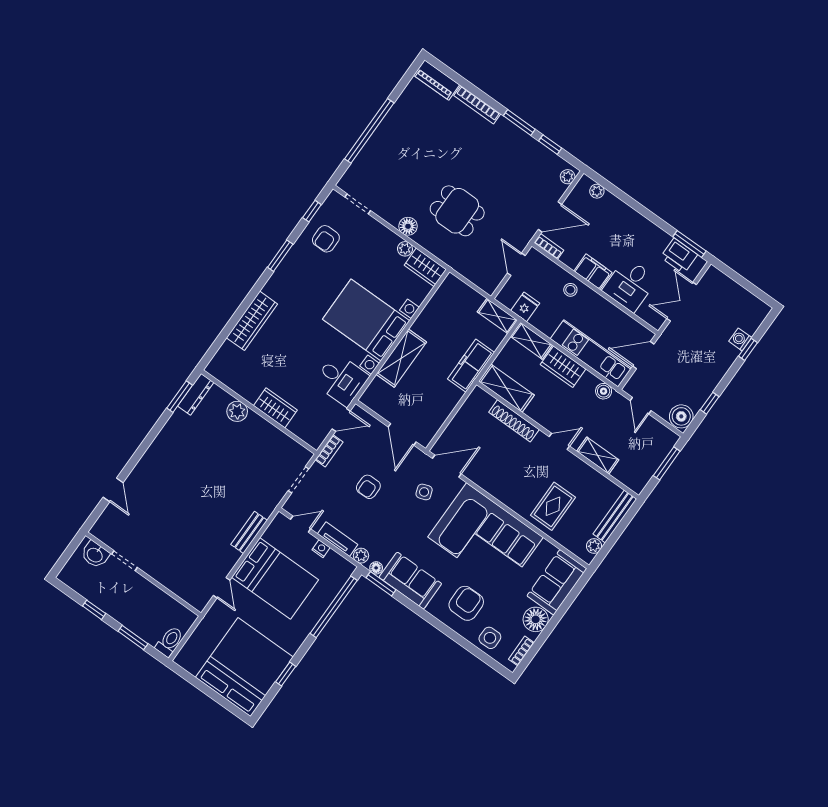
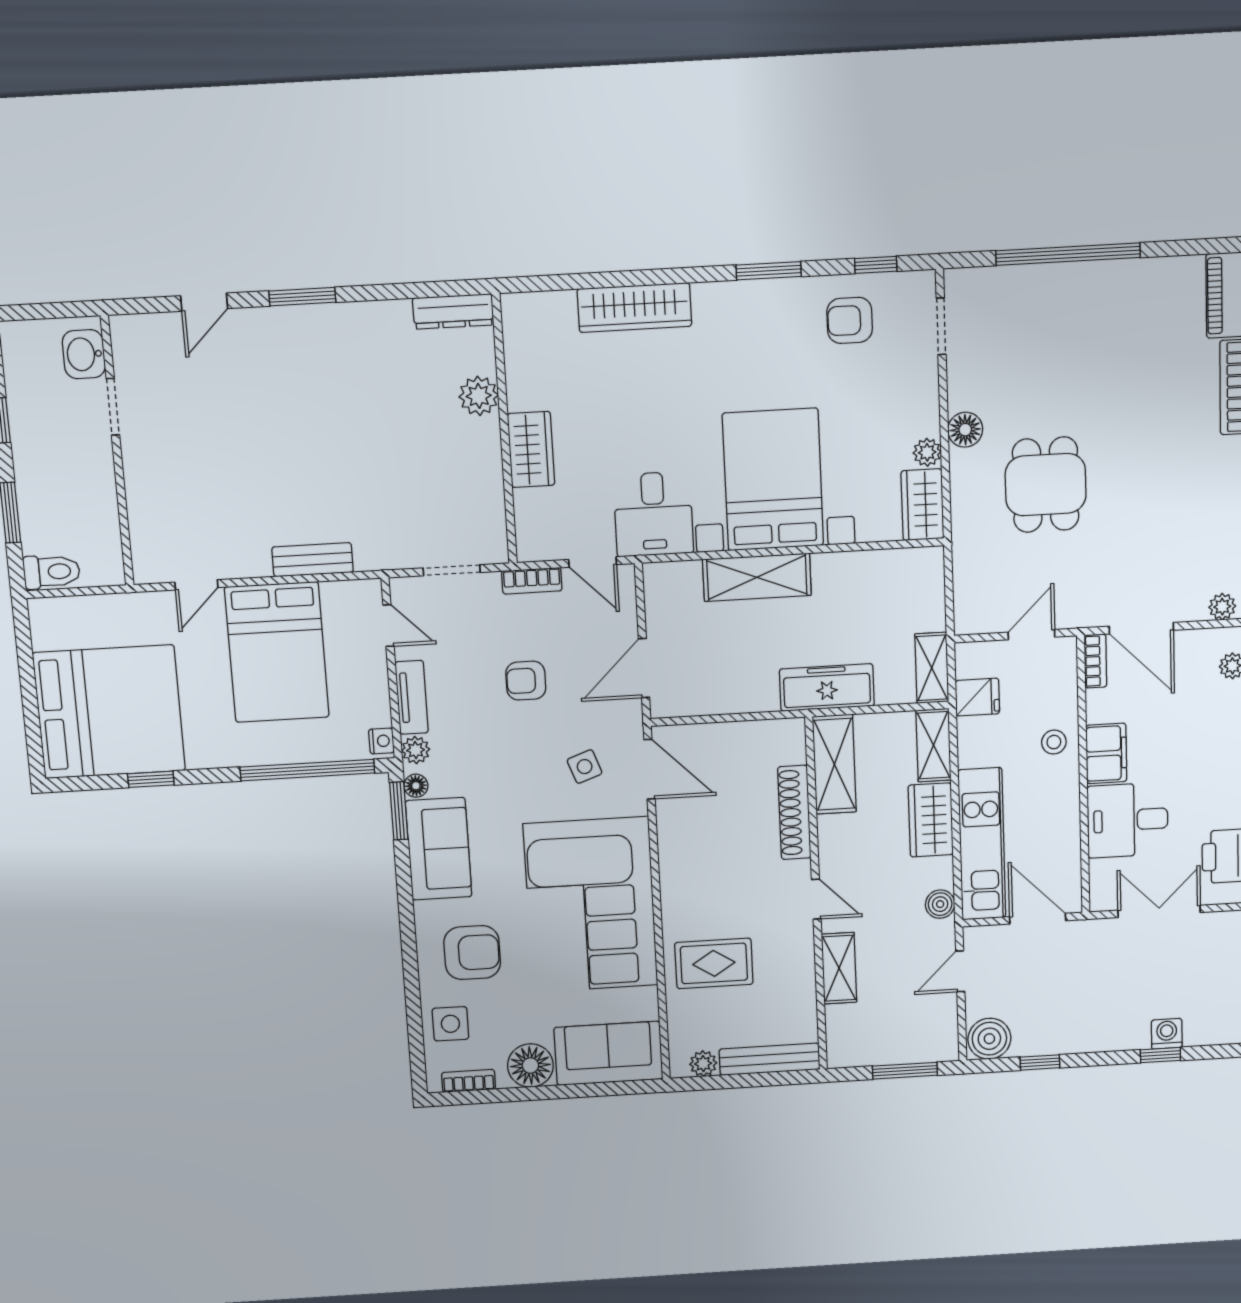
window: (180, 397) -> (302, 297), moved
nightstand: (321, 549) -> (381, 741), moved

